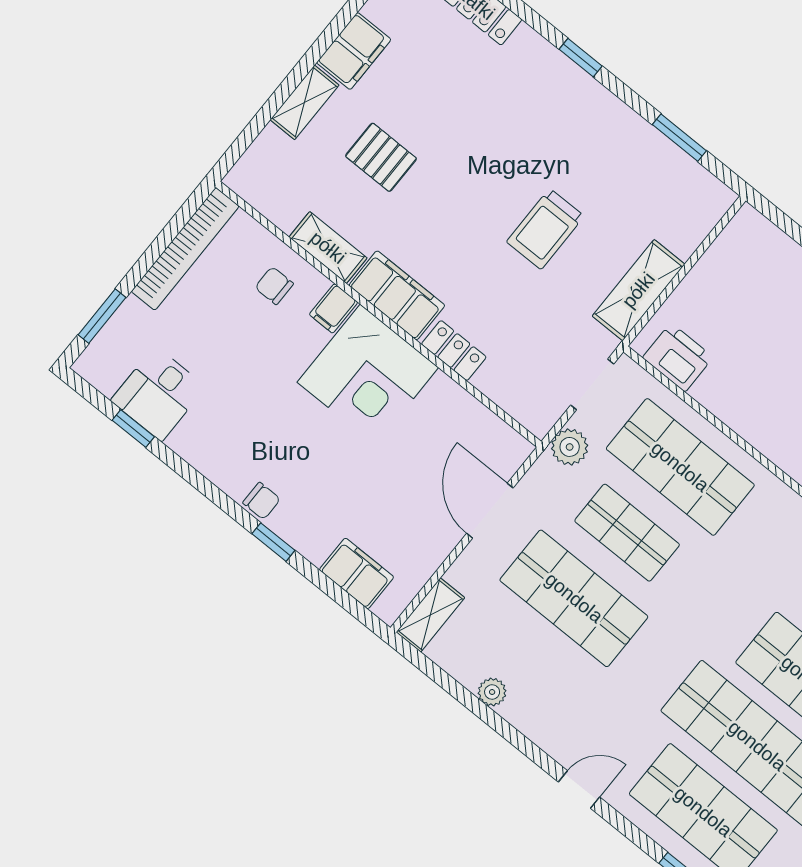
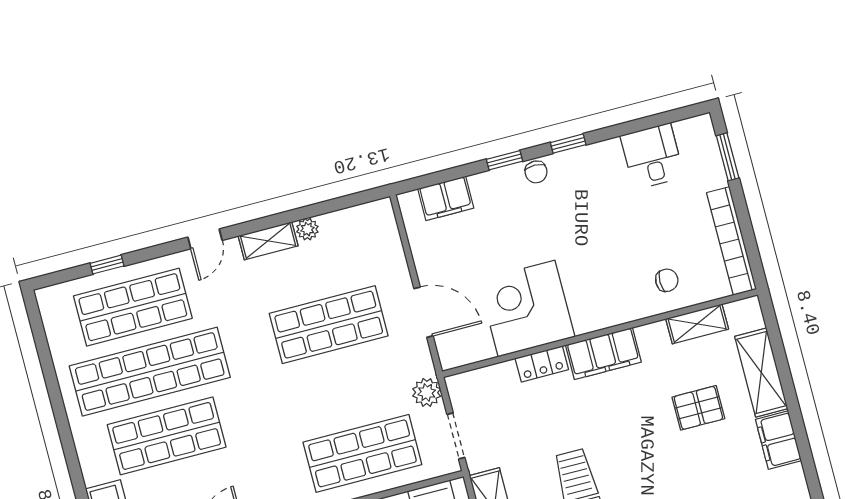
shelving: (305, 102) -> (761, 372), width x1.50, depth x1.33
shelving: (328, 248) -> (697, 324), moved
filing cabinet: (333, 308) -> (625, 307), removed
corner desk: (368, 375) -> (527, 308), moved
window: (133, 429) -> (568, 144), moved
chair: (262, 501) -> (536, 172), turned -90
shop shelf: (627, 533) -> (346, 389), removed
shelving: (430, 615) -> (268, 241), moved, turned 90

